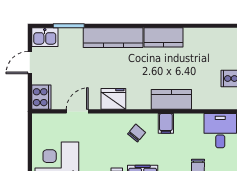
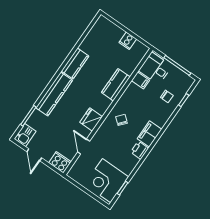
filing cabinet: (166, 123) -> (140, 80), moved

